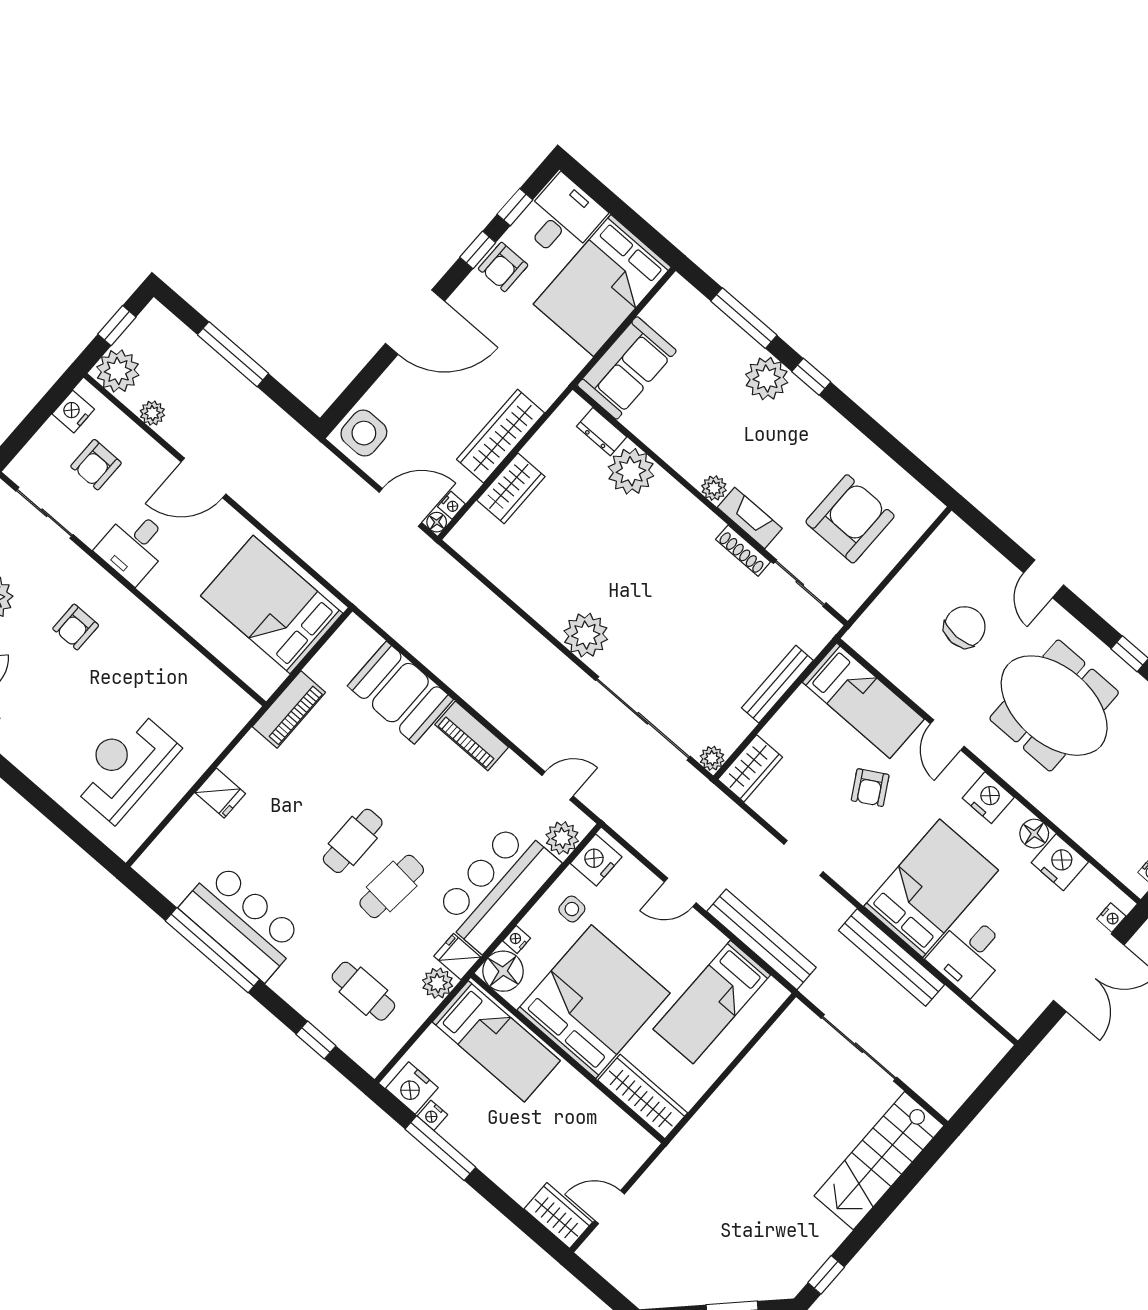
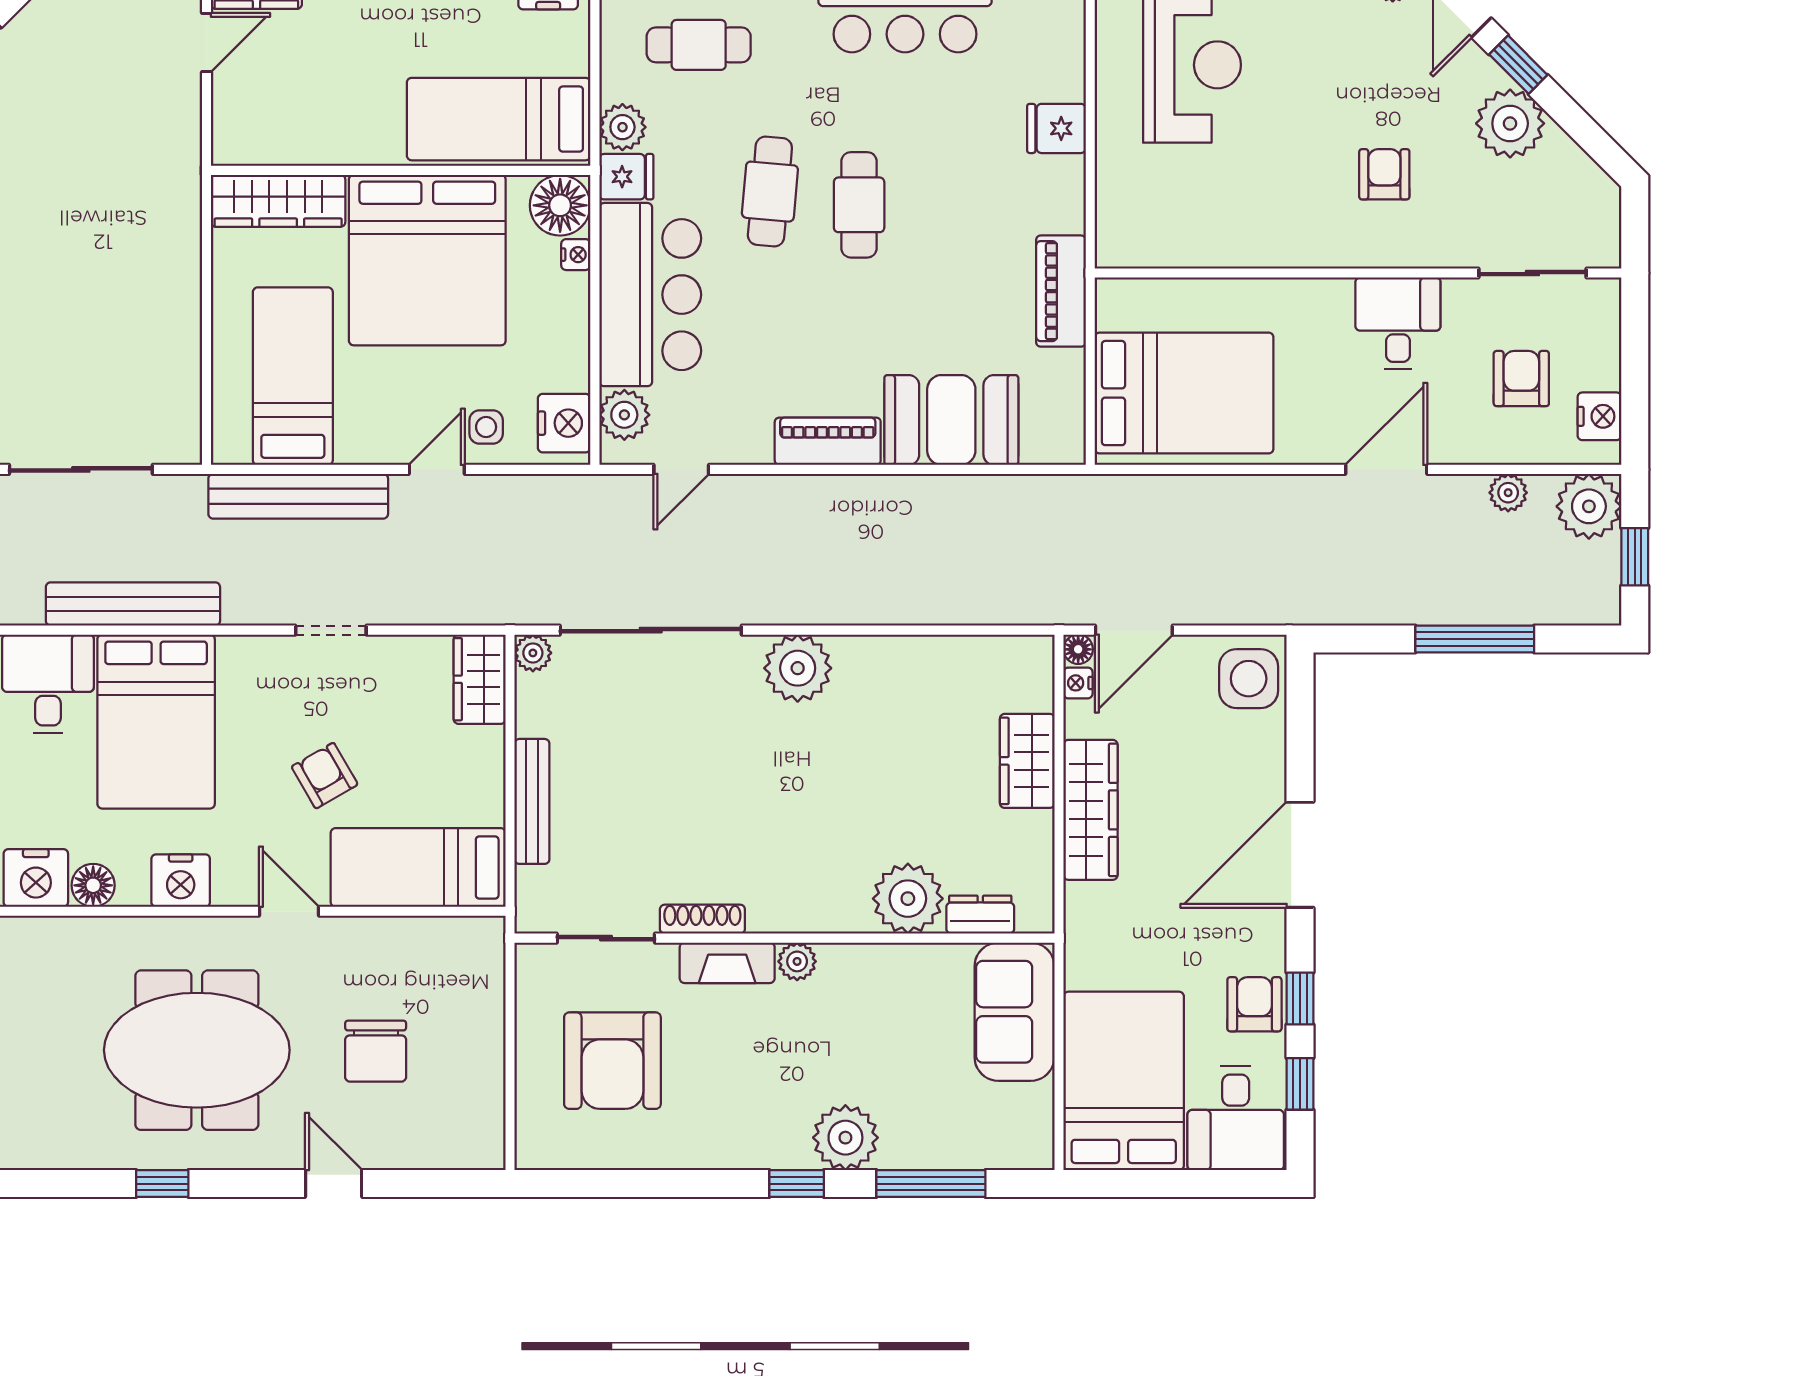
side table: (572, 909) -> (486, 427), moved

